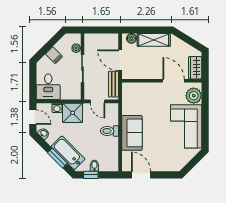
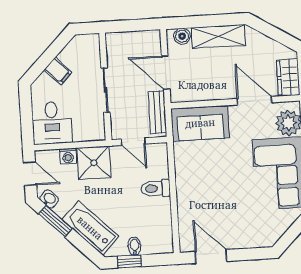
plant: (76, 48) -> (93, 58), removed
sofa: (132, 133) -> (200, 123), moved, turned 90
window: (57, 158) -> (55, 221), moved

